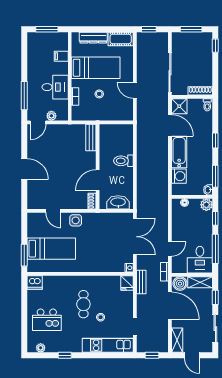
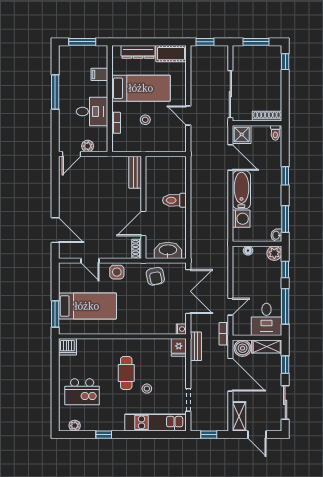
window: (24, 96) -> (55, 92), moved
door: (24, 169) -> (55, 230), moved
armchair: (108, 224) -> (155, 276), added

